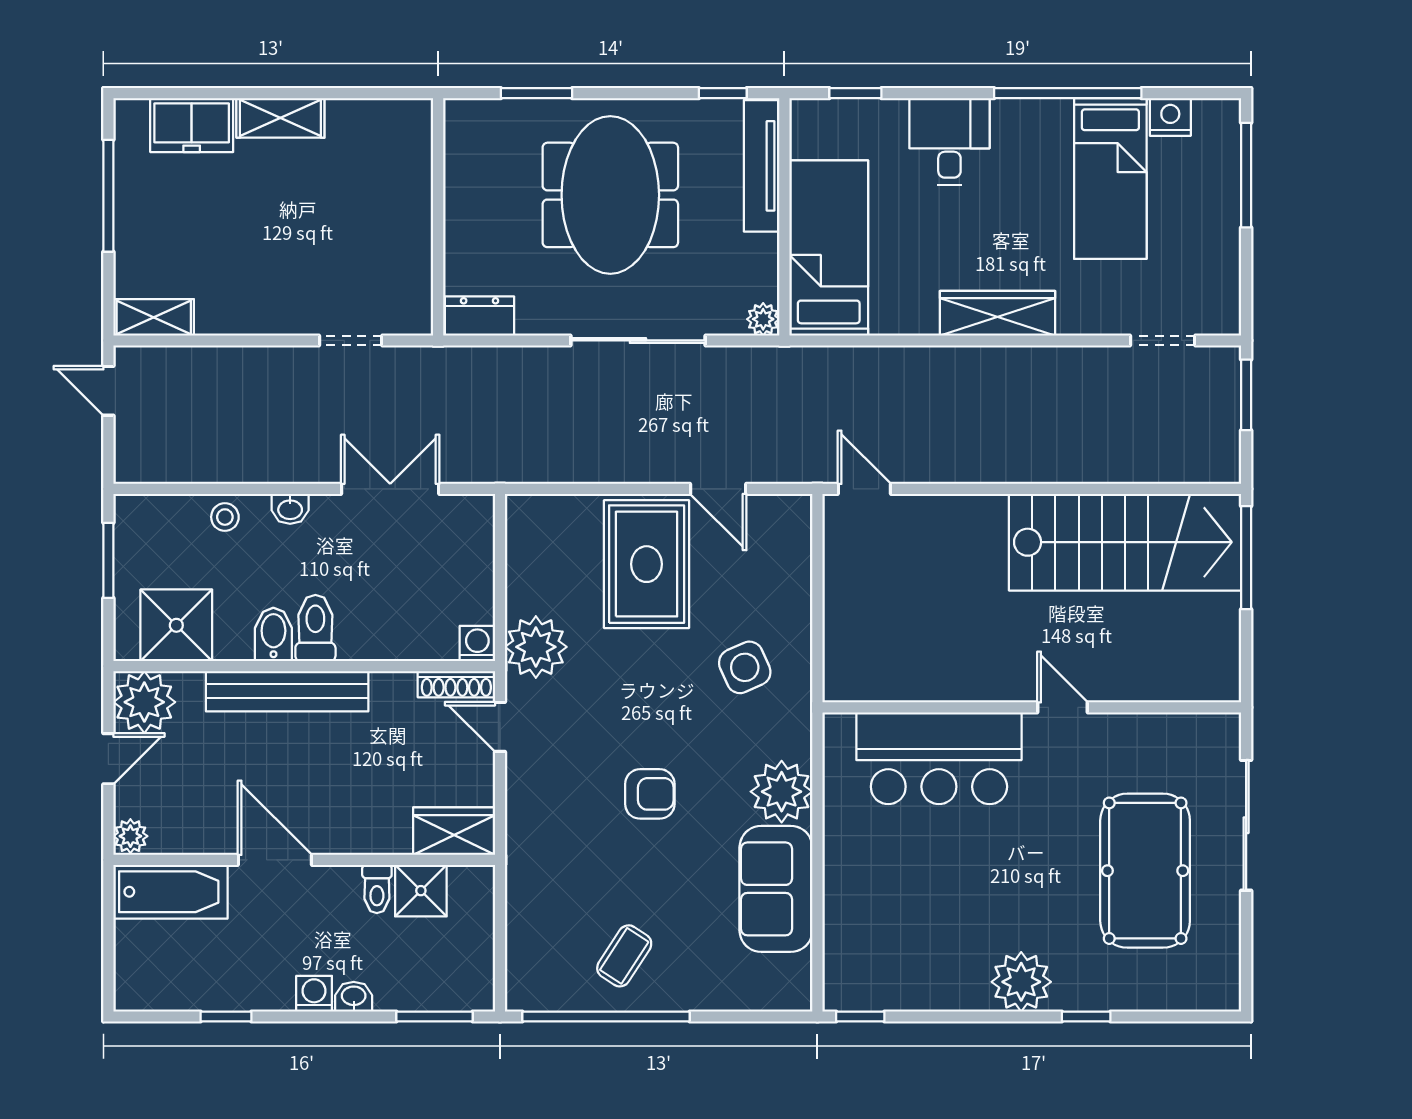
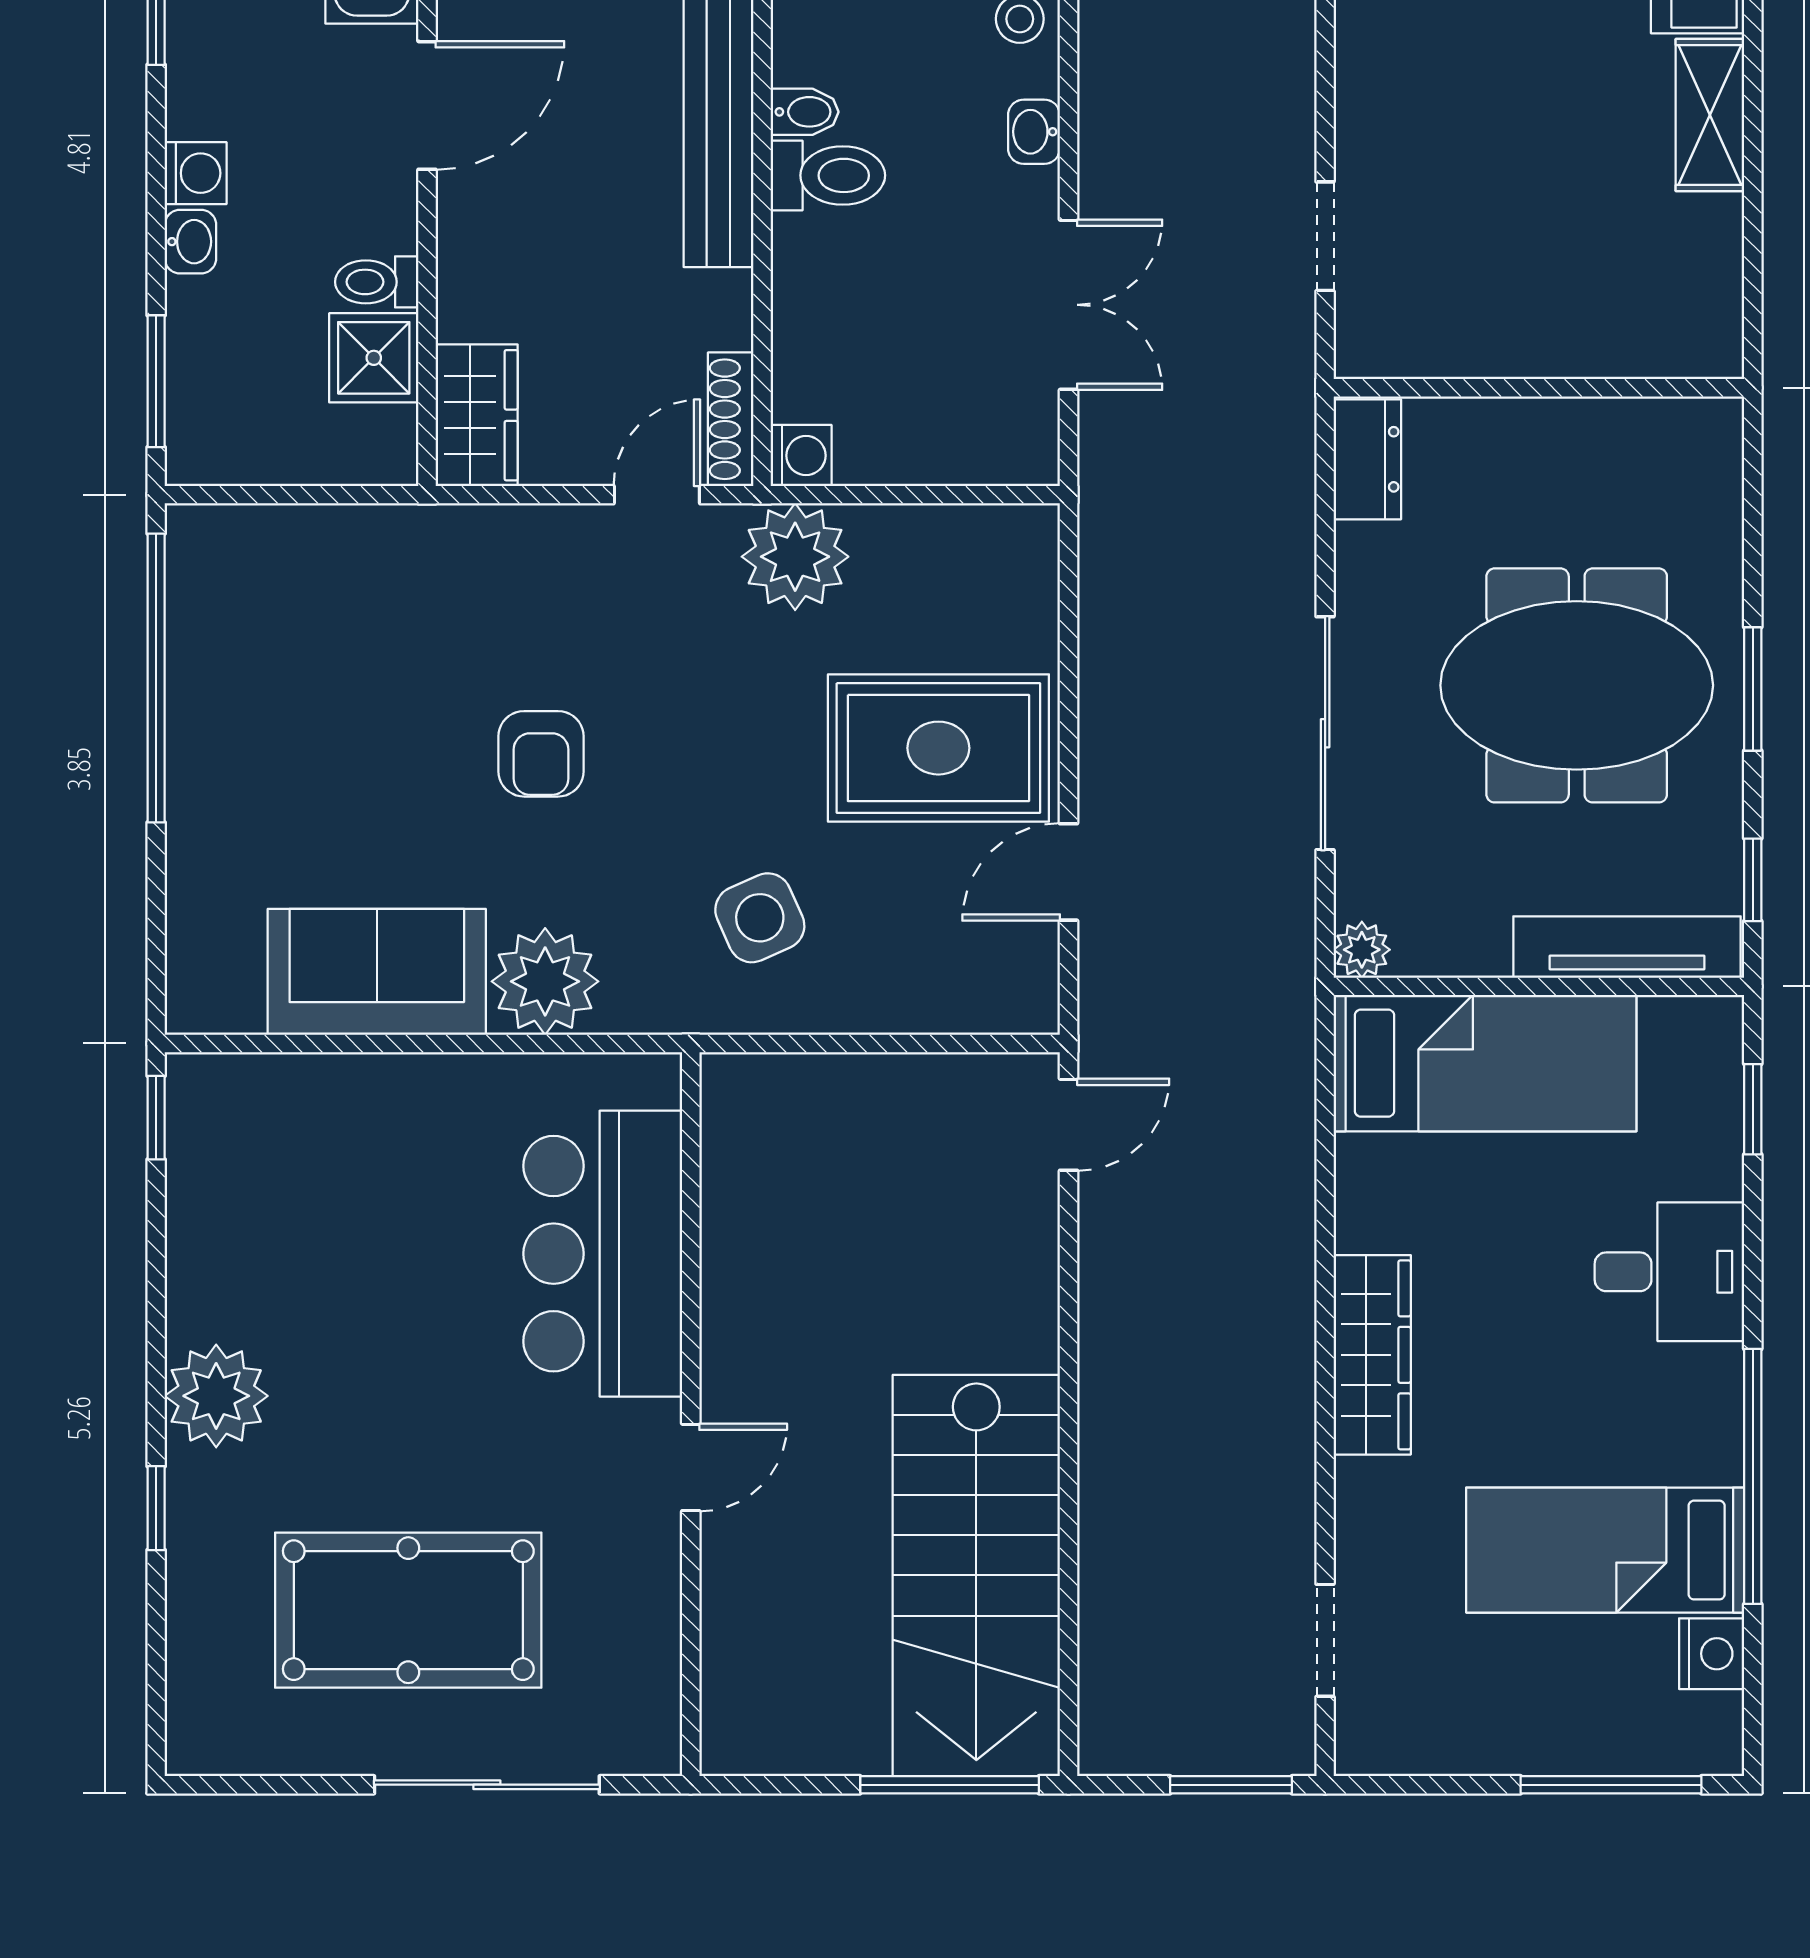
window: (537, 93) -> (1753, 689), moved
bidet: (273, 634) -> (805, 112), width x0.72, depth x0.74
coffee table: (624, 956) -> (261, 709), removed

